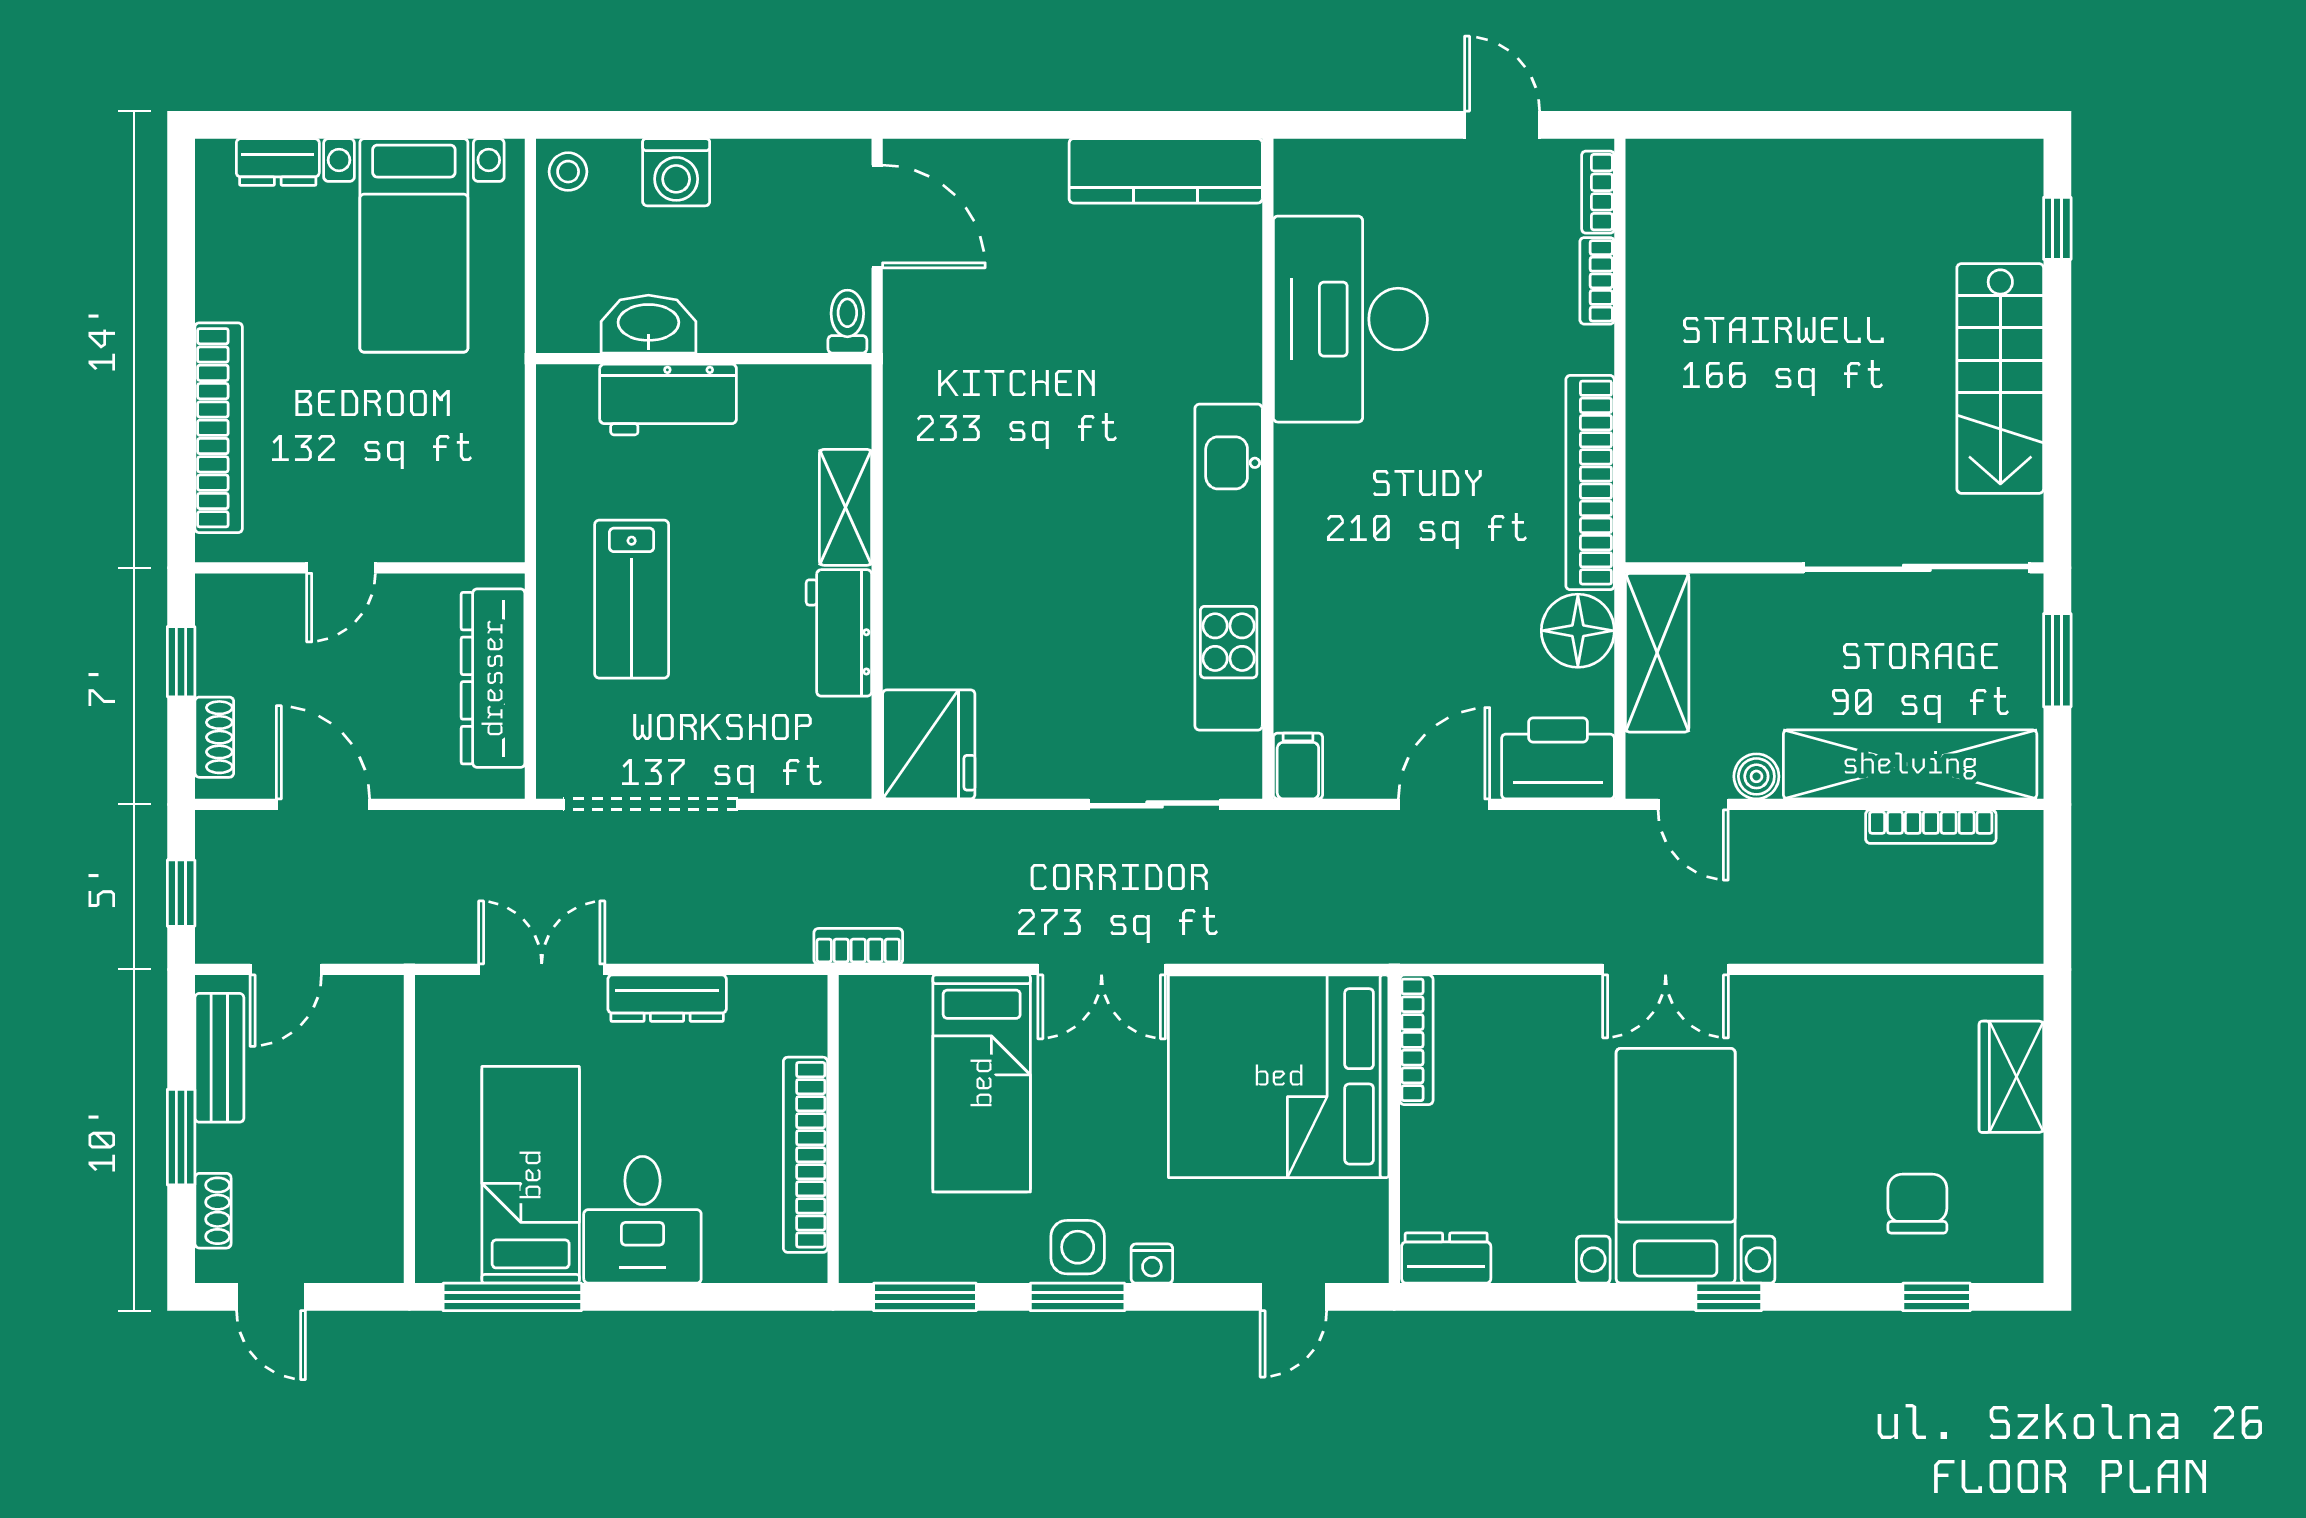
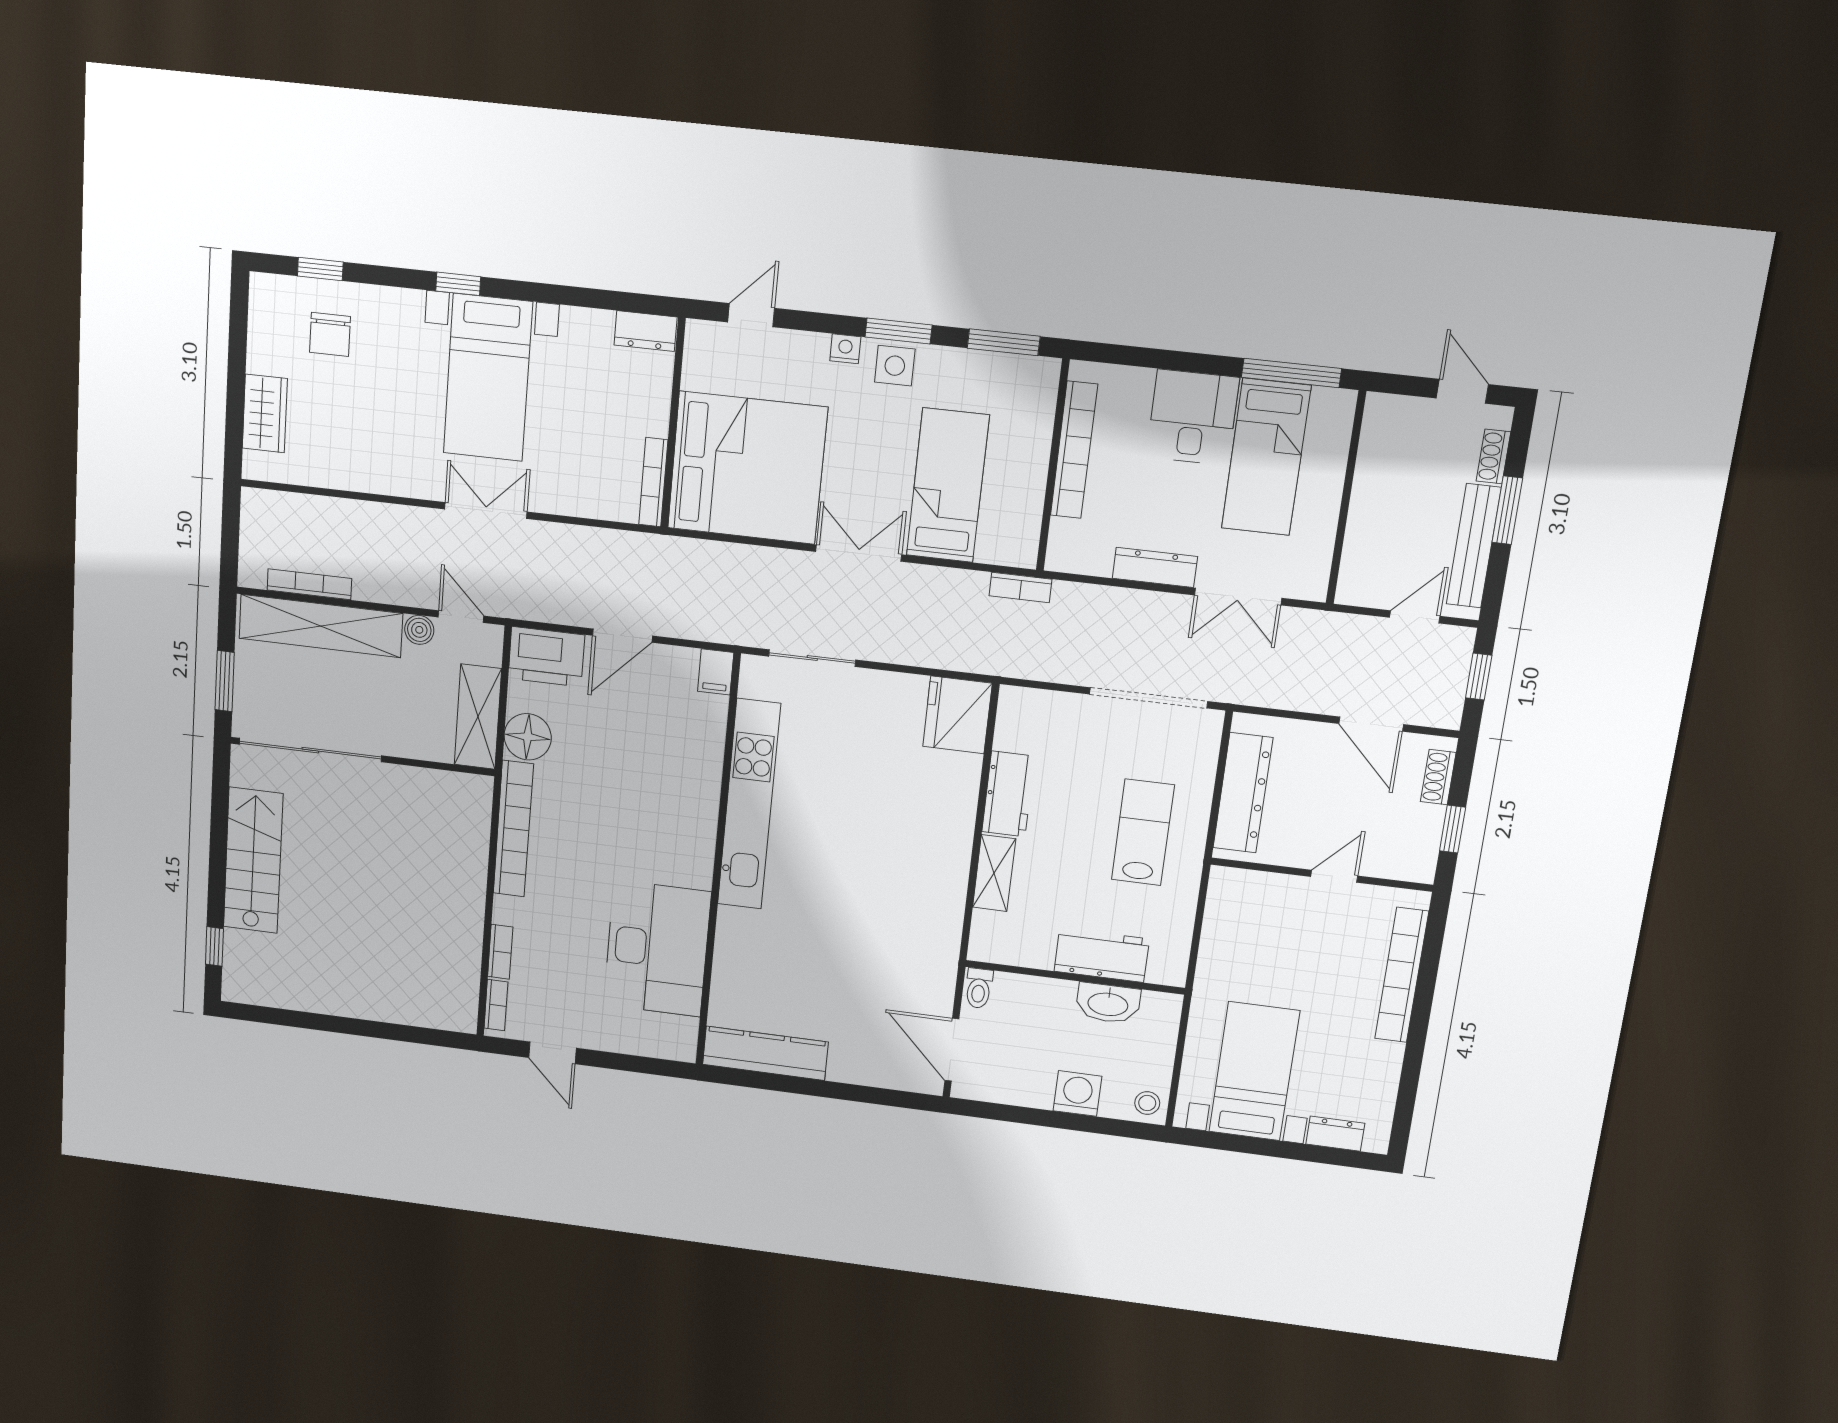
bench: (219, 1058) -> (1474, 546), width x1.36

